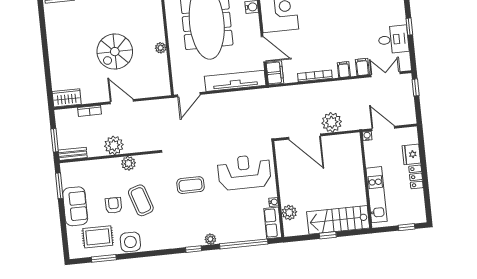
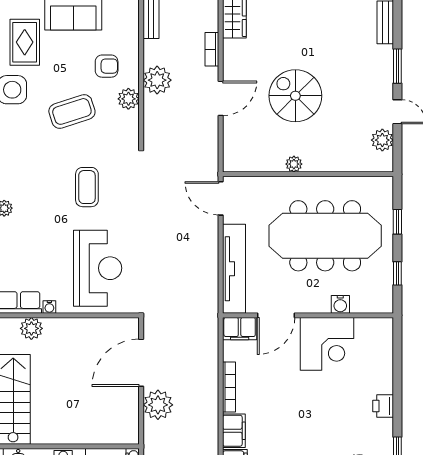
filing cabinet: (344, 70) -> (234, 431), width x2.00
armchair: (114, 205) -> (107, 66), moved

